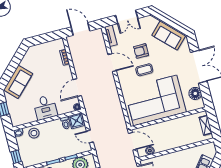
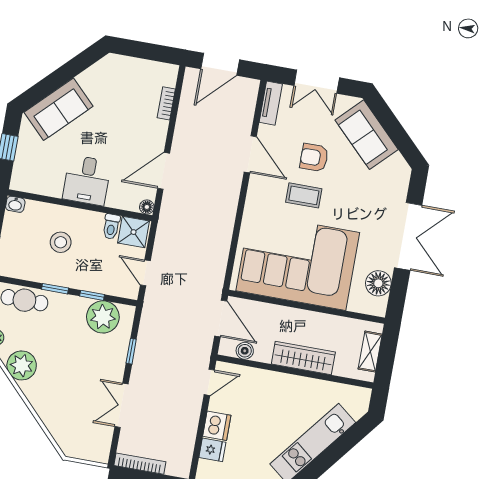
door: (80, 29) -> (220, 64), swing flipped
sofa: (169, 35) -> (367, 135), moved
stool: (34, 133) -> (61, 242), moved
wardrobe: (177, 142) -> (303, 358), added

